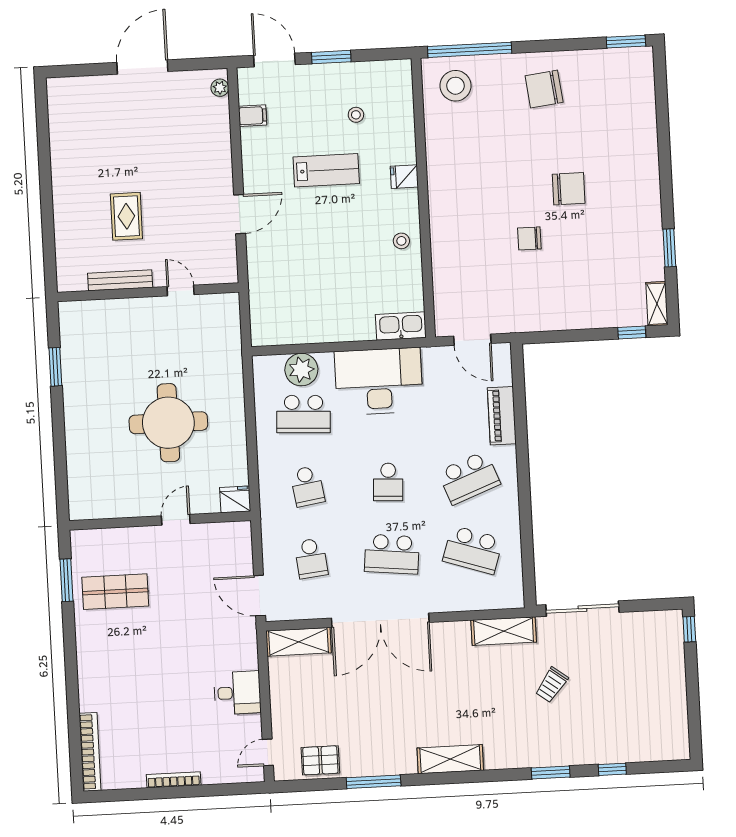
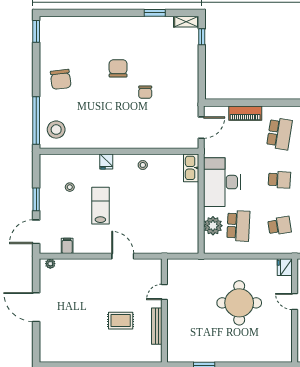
school desk: (469, 478) -> (279, 134), turned 30

